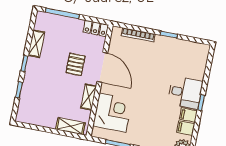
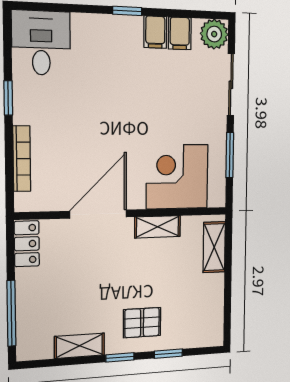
pallet: (76, 64) -> (142, 323), moved
desk: (185, 93) -> (41, 43), moved

